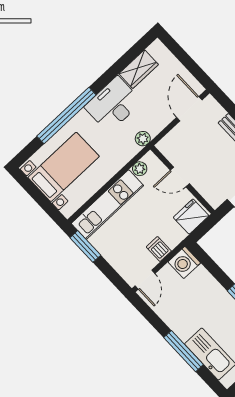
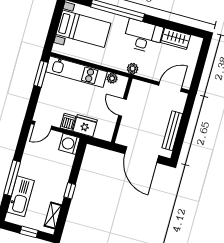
fridge: (191, 217) -> (85, 126), moved

